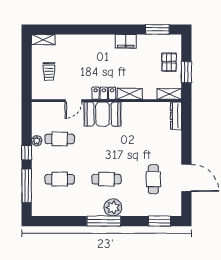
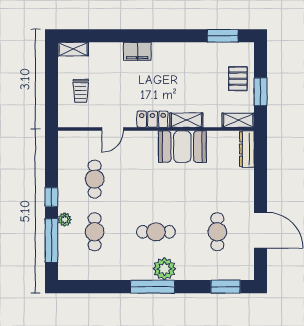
filing cabinet: (126, 41) -> (137, 51), moved
booth: (103, 114) -> (182, 147), moved
cafe table: (60, 139) -> (95, 179), turned 90
plant: (37, 141) -> (65, 220), moved
cafe table: (60, 179) -> (95, 232), turned 90

